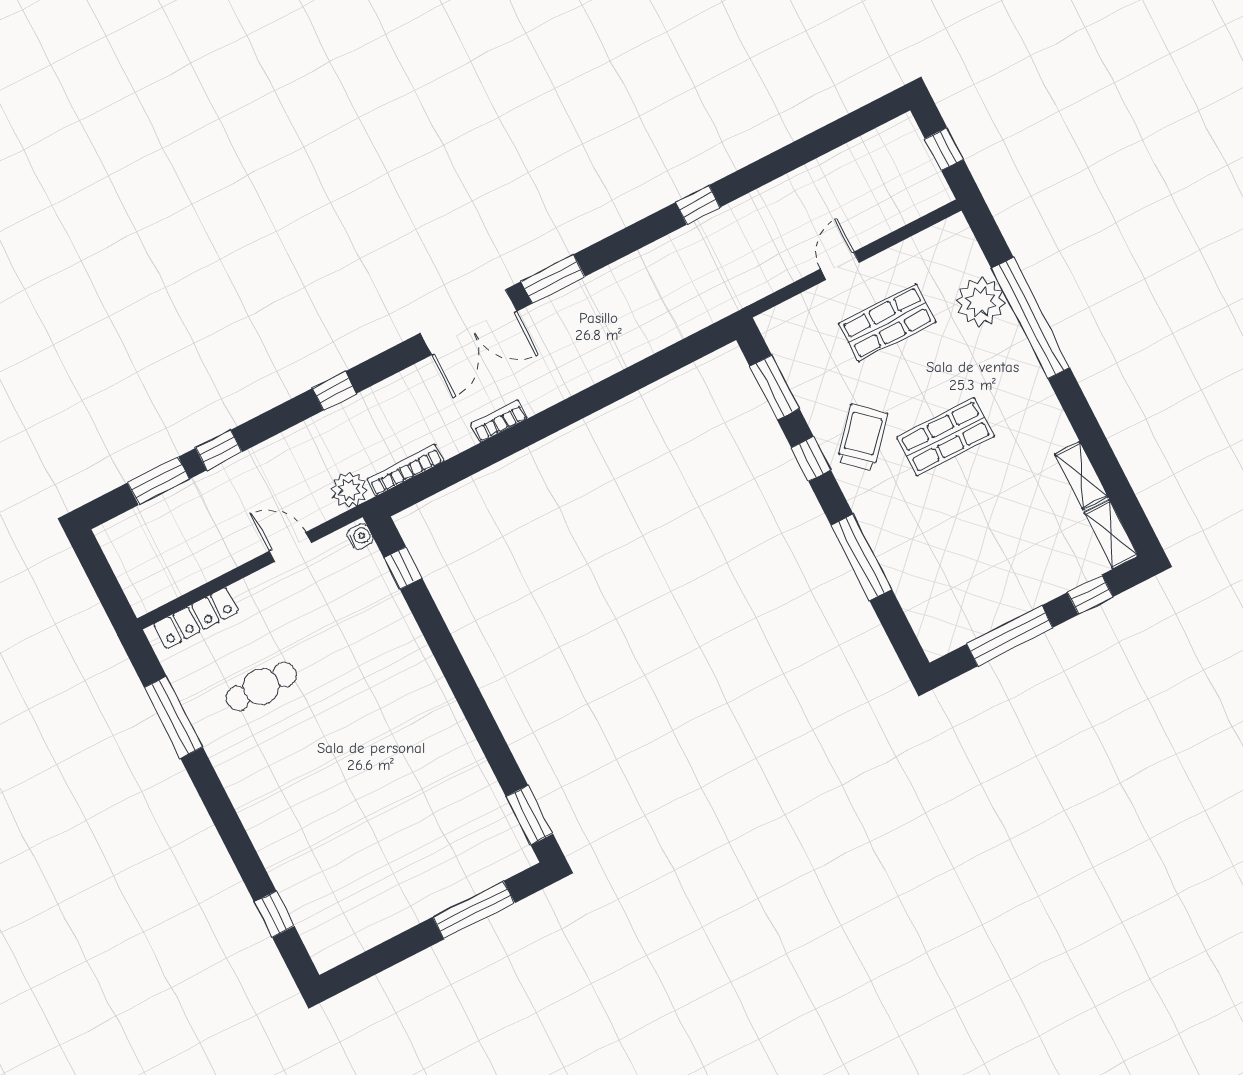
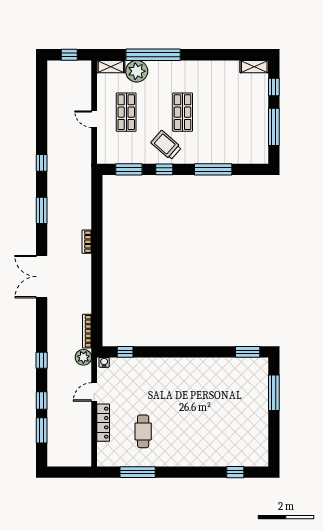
window: (553, 279) -> (42, 210), moved
double door: (469, 322) -> (42, 277), swing flipped
window: (334, 391) -> (42, 360), moved
bookcase: (499, 421) -> (87, 242), moved
shelving: (1081, 476) -> (111, 67), moved
locker: (196, 618) -> (103, 423), moved

